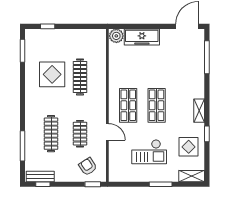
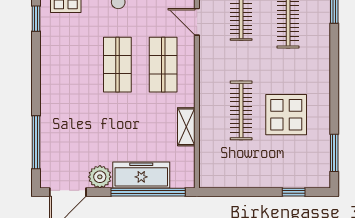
window: (138, 26) -> (148, 192), added
plant: (116, 36) -> (100, 177), moved
shelving: (199, 111) -> (186, 127), moved

